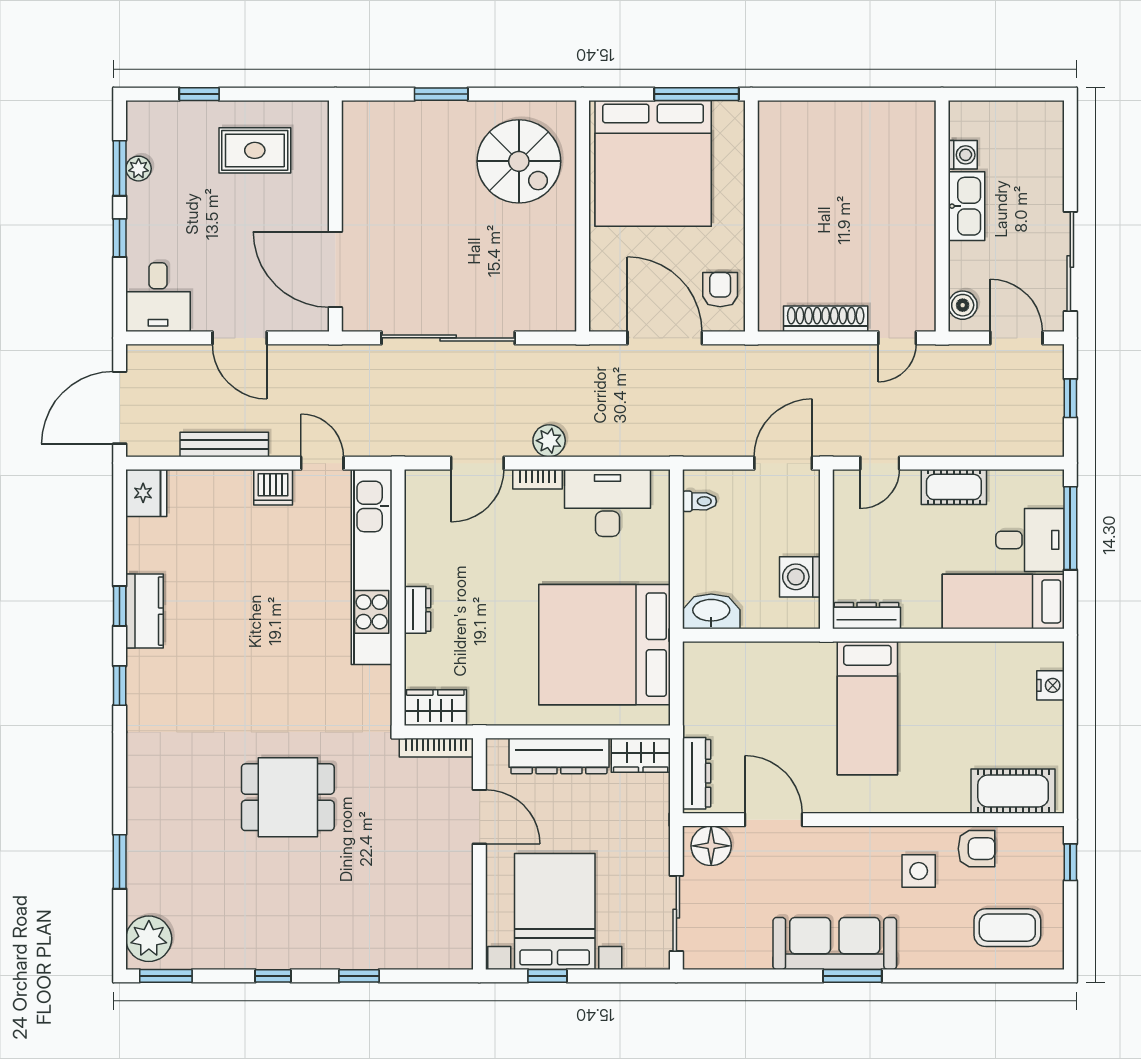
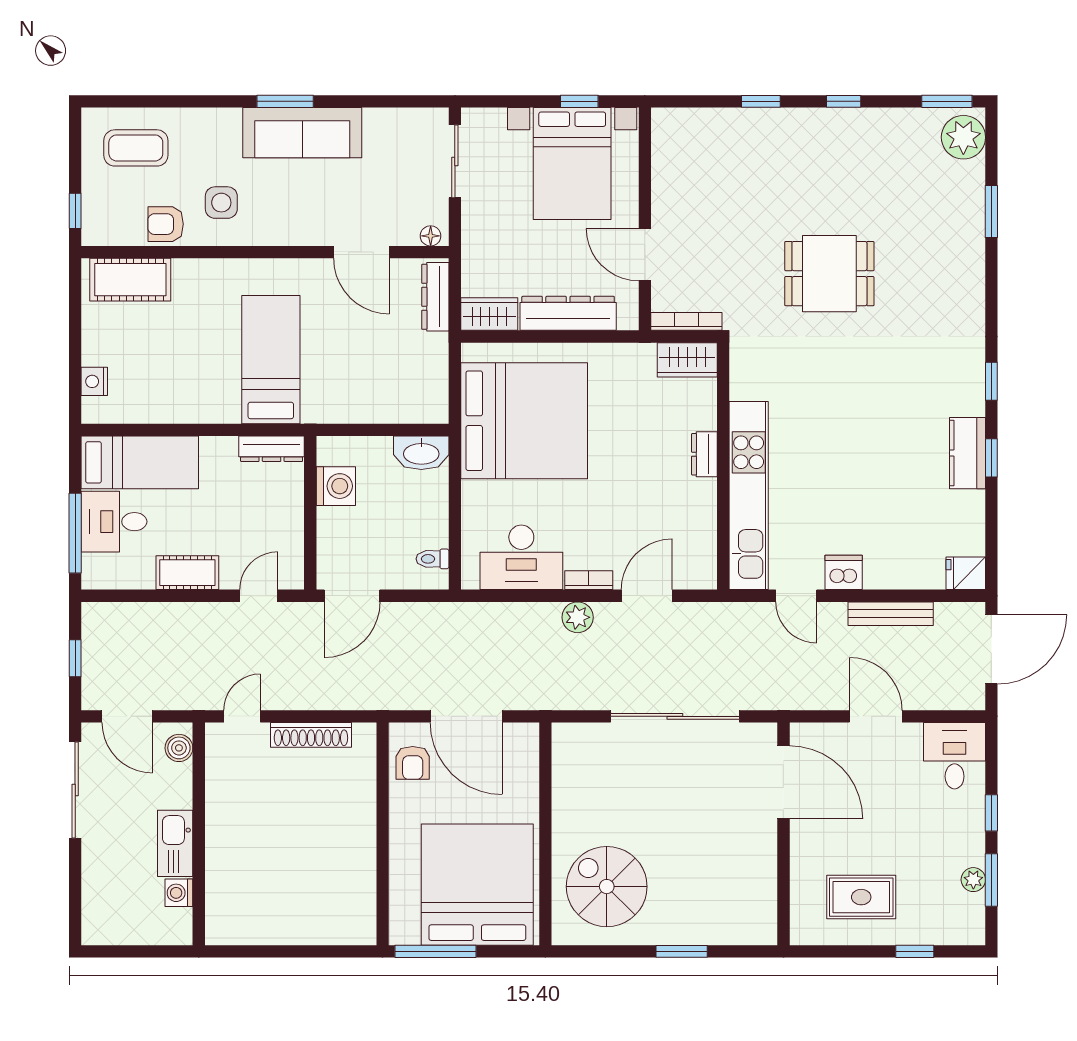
fridge: (146, 493) -> (966, 573), width x0.72
floor lamp: (711, 846) -> (431, 236), width x0.53, depth x0.53

